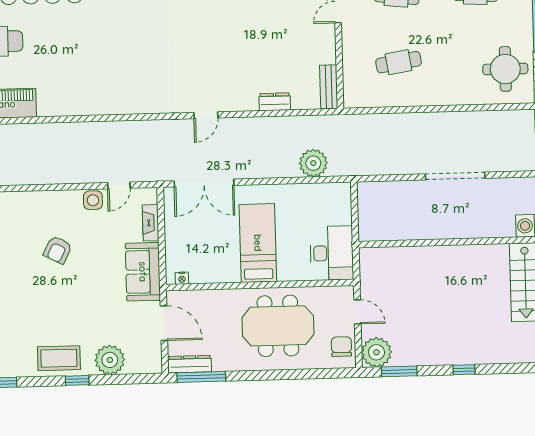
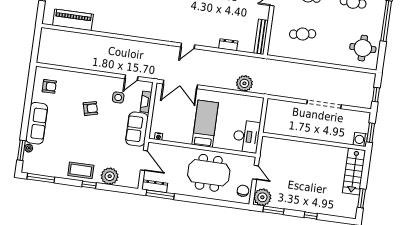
bench: (329, 87) -> (261, 37), width x1.36
side table: (93, 200) -> (118, 97), moved
armchair: (58, 250) -> (90, 108), turned -131

